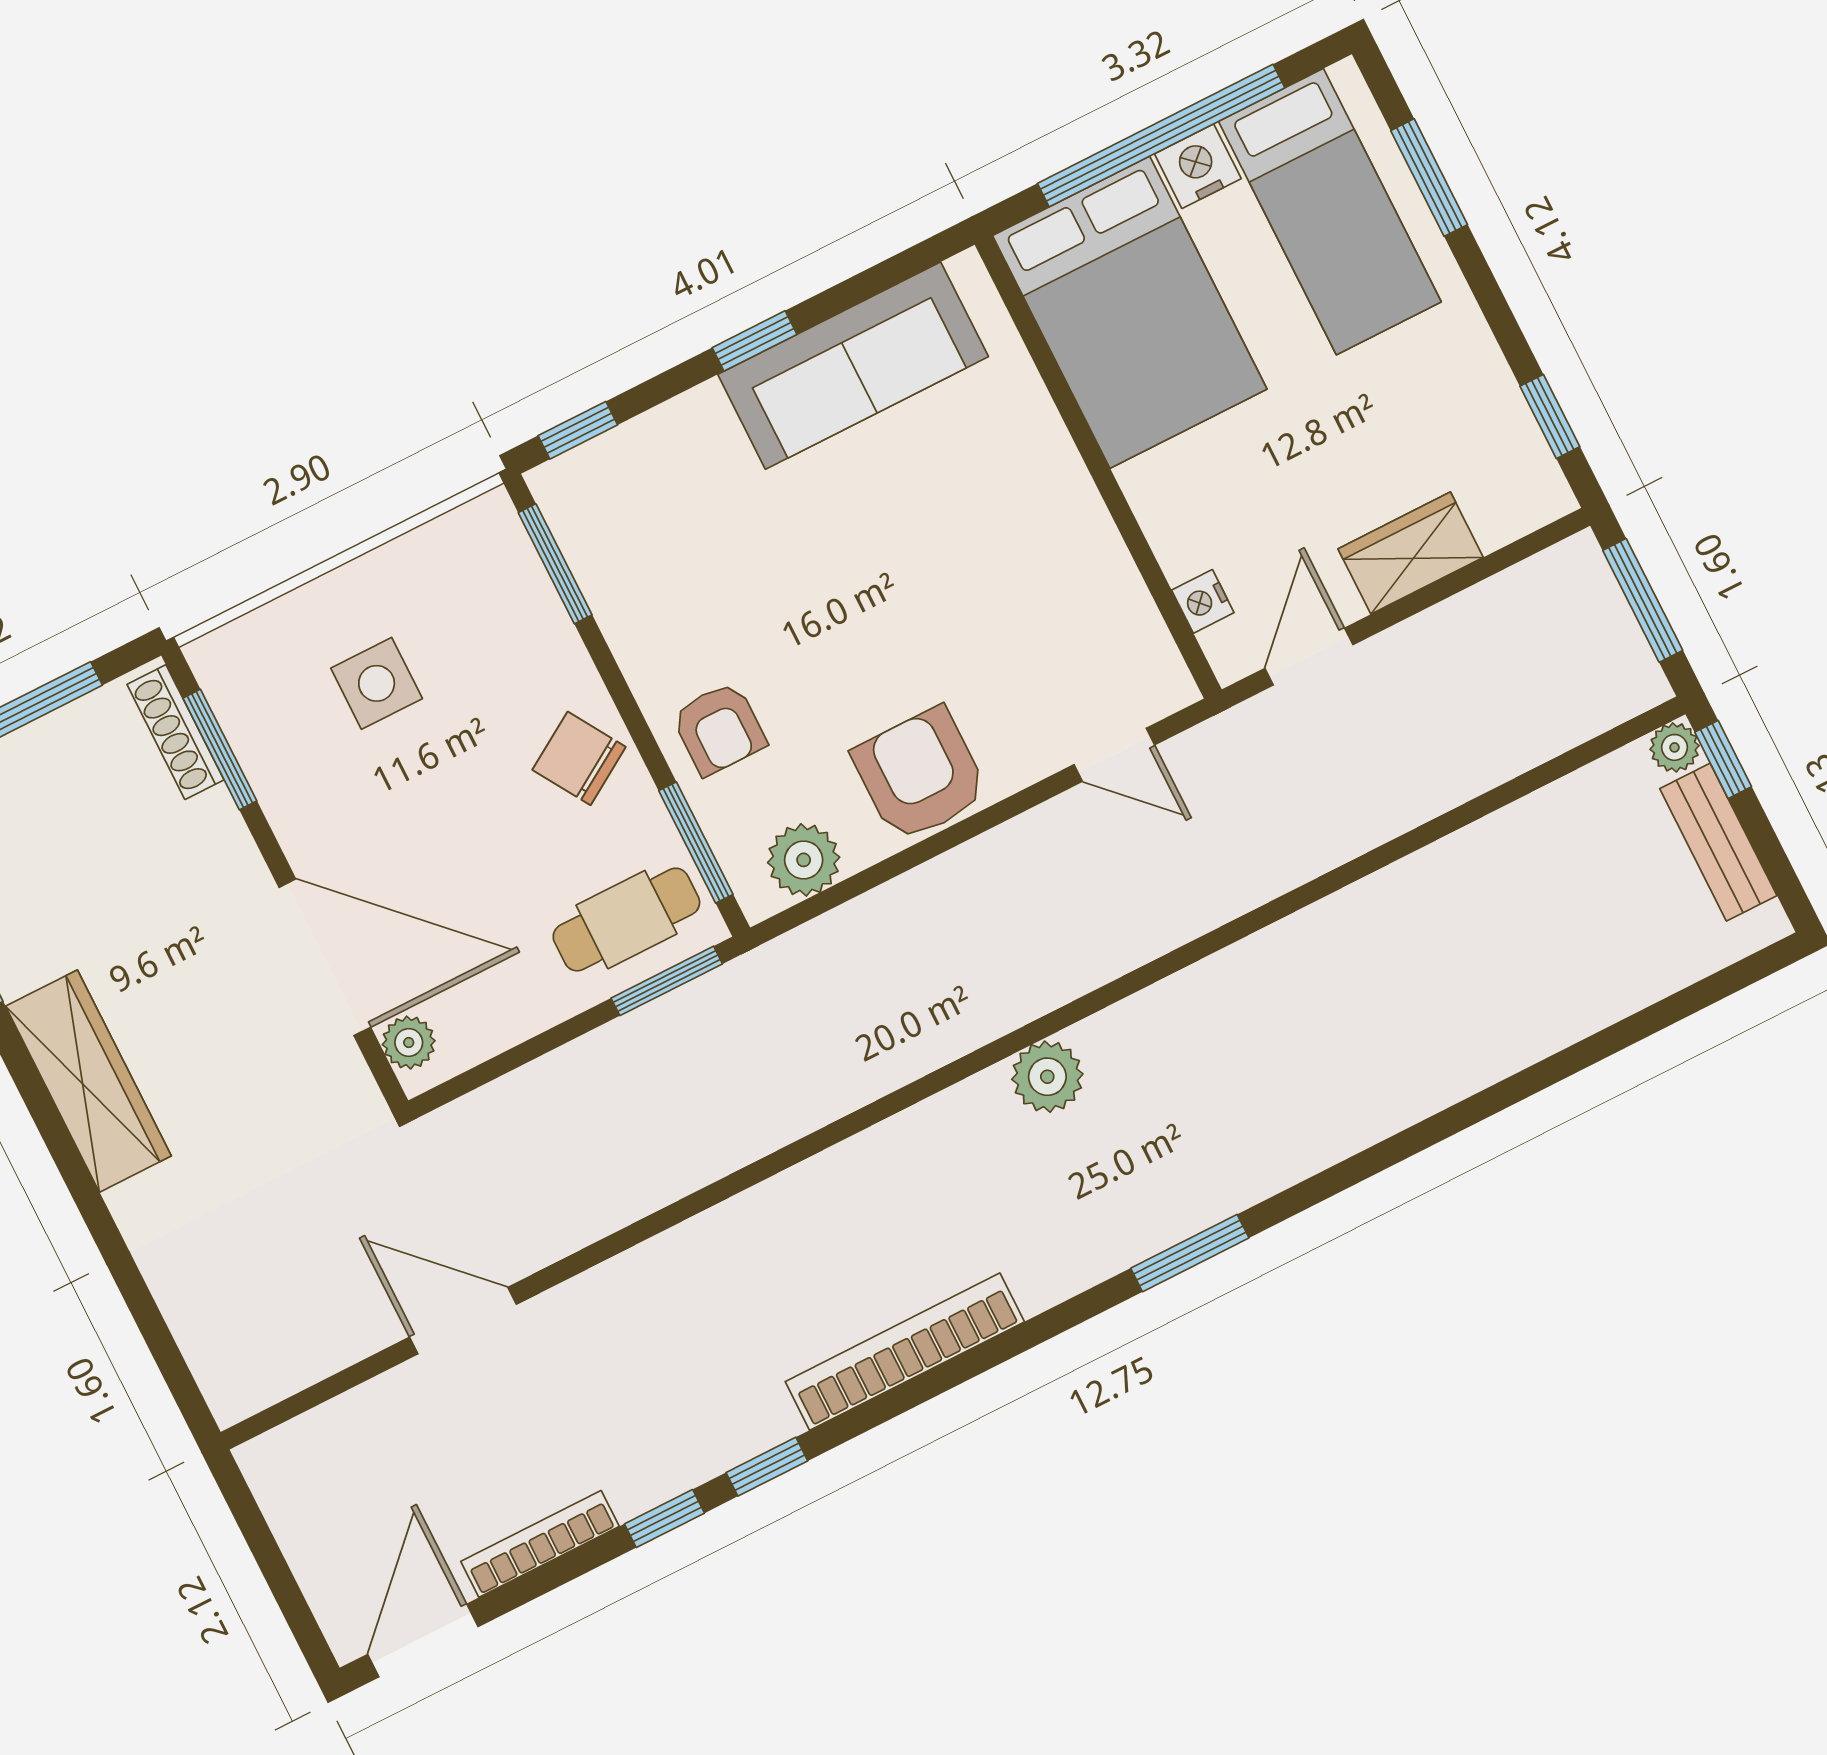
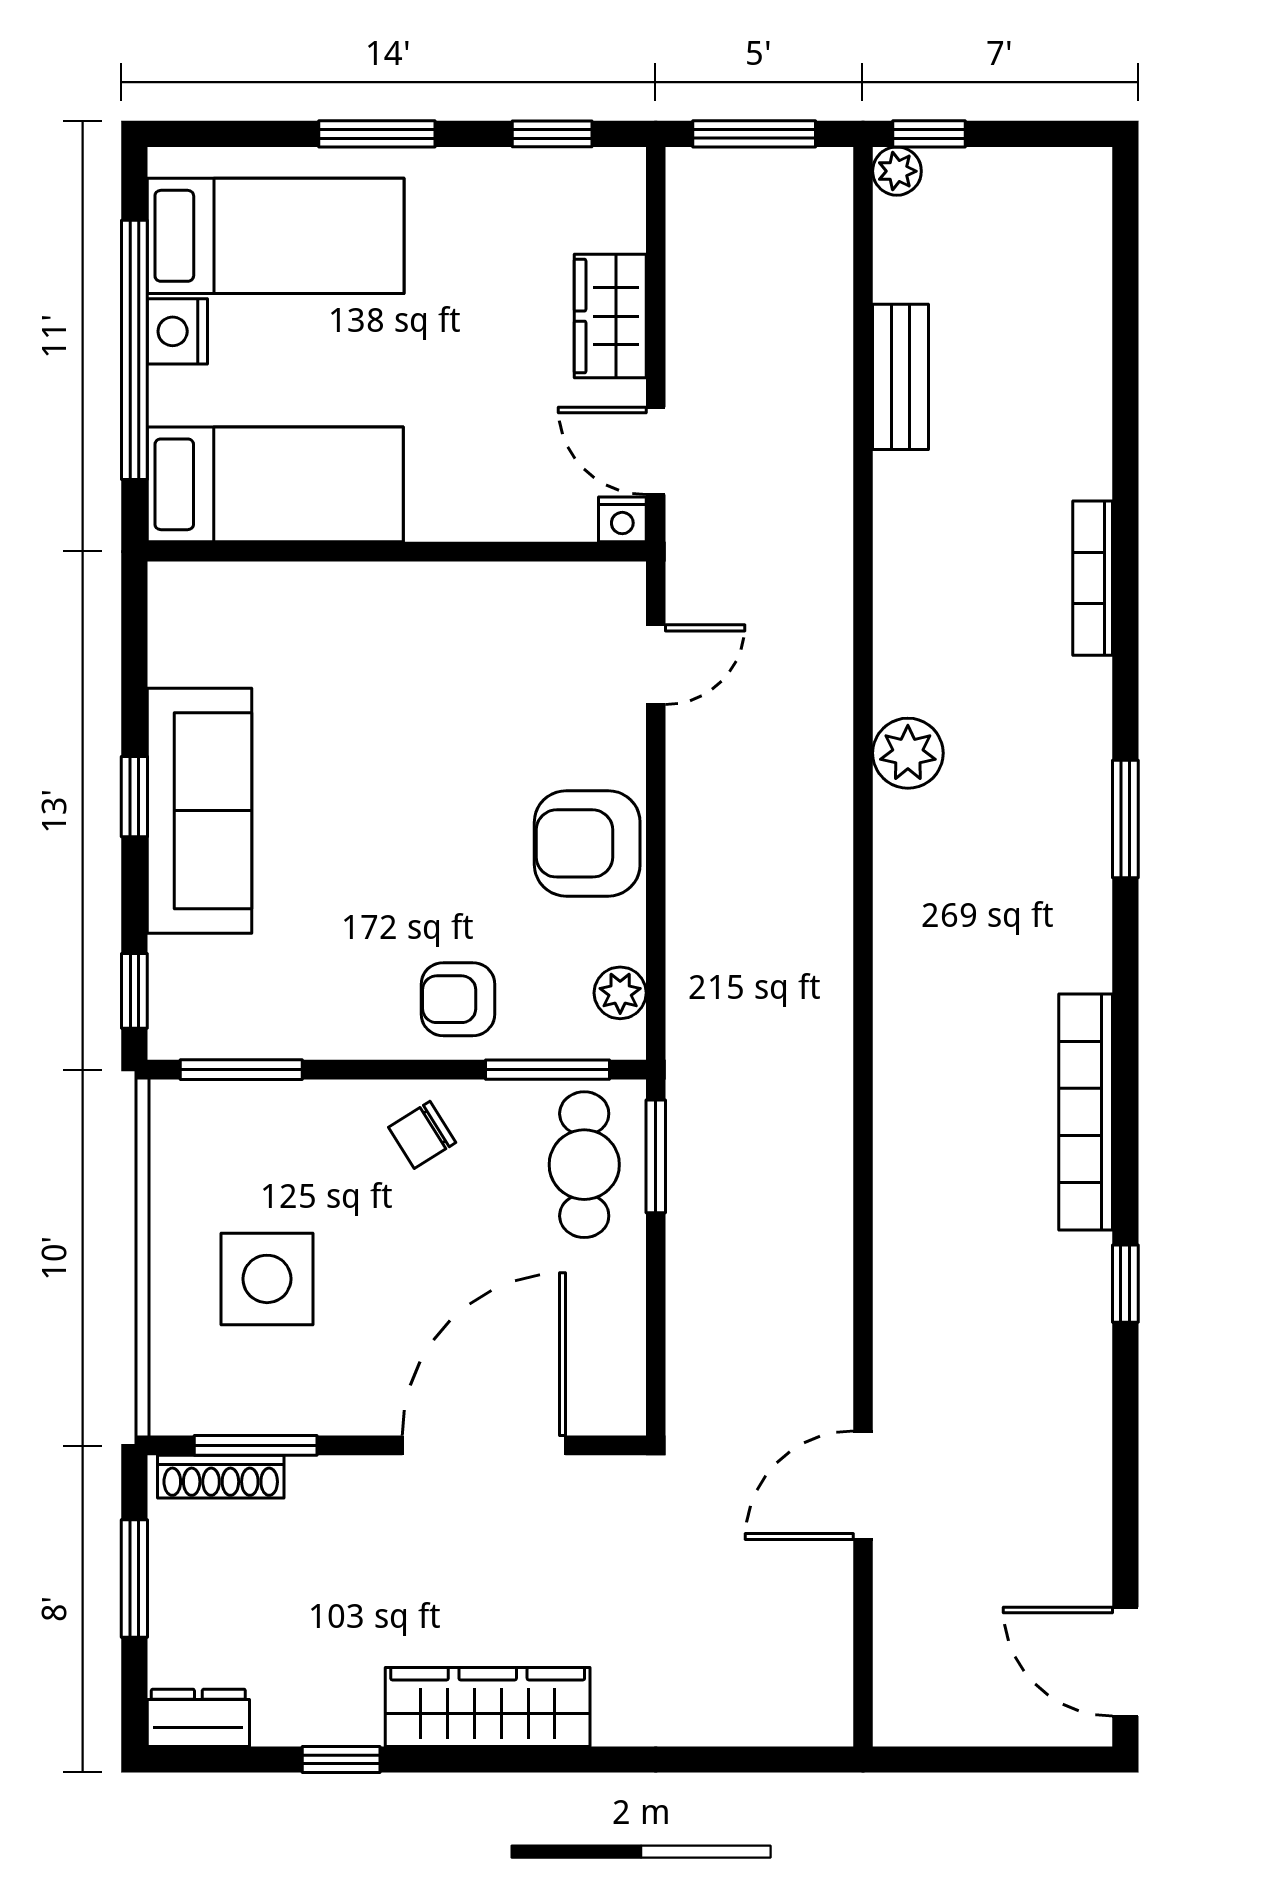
window: (1429, 178) -> (377, 134), moved
bed: (1130, 312) -> (275, 484), width x0.67
sofa: (853, 366) -> (199, 811), moved
nightstand: (1203, 601) -> (622, 519), moved
side table: (377, 683) -> (267, 1279), width x1.37, depth x1.37
armchair: (719, 729) -> (458, 999), turned 180
chair: (579, 758) -> (422, 1135), width x0.73, depth x0.73
bench: (1718, 842) -> (901, 377), moved, turned 90
plant: (804, 860) -> (620, 993), width x0.73, depth x0.73
plant: (409, 1043) -> (596, 1410), removed
plant: (1047, 1077) -> (908, 753), moved
window: (664, 1518) -> (1125, 1396), removed
bookcase: (540, 1544) -> (1093, 578), moved

